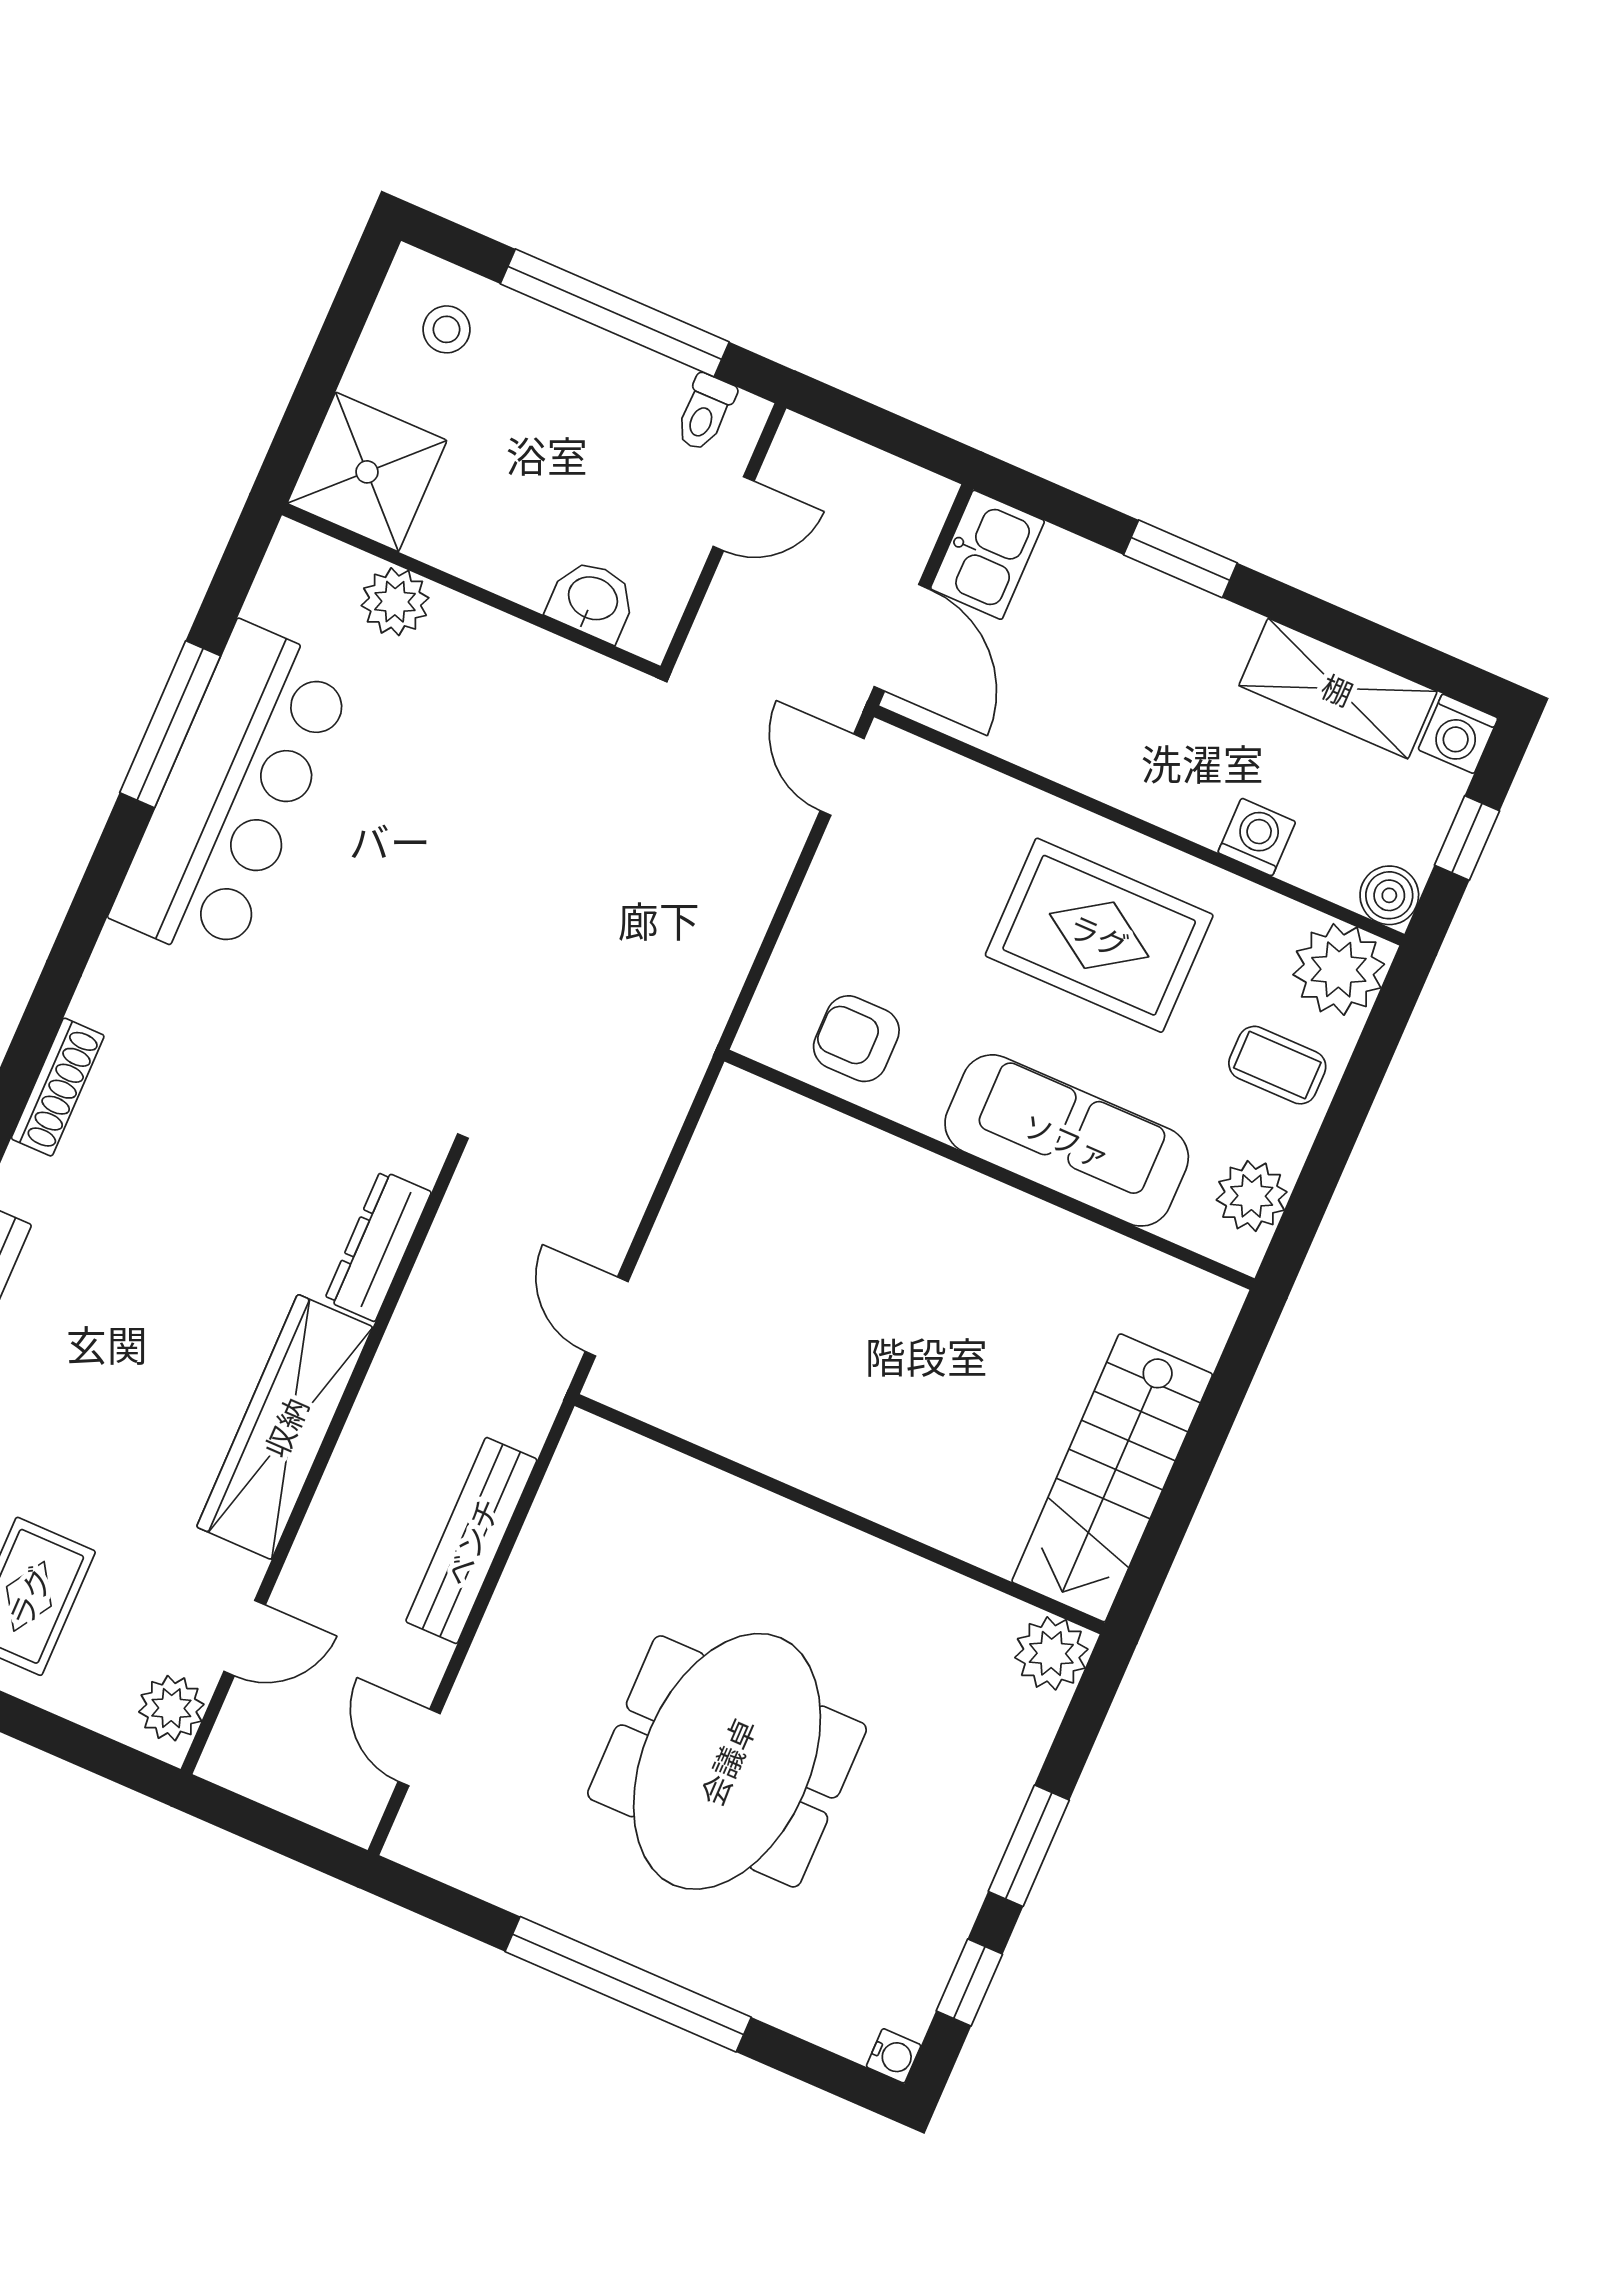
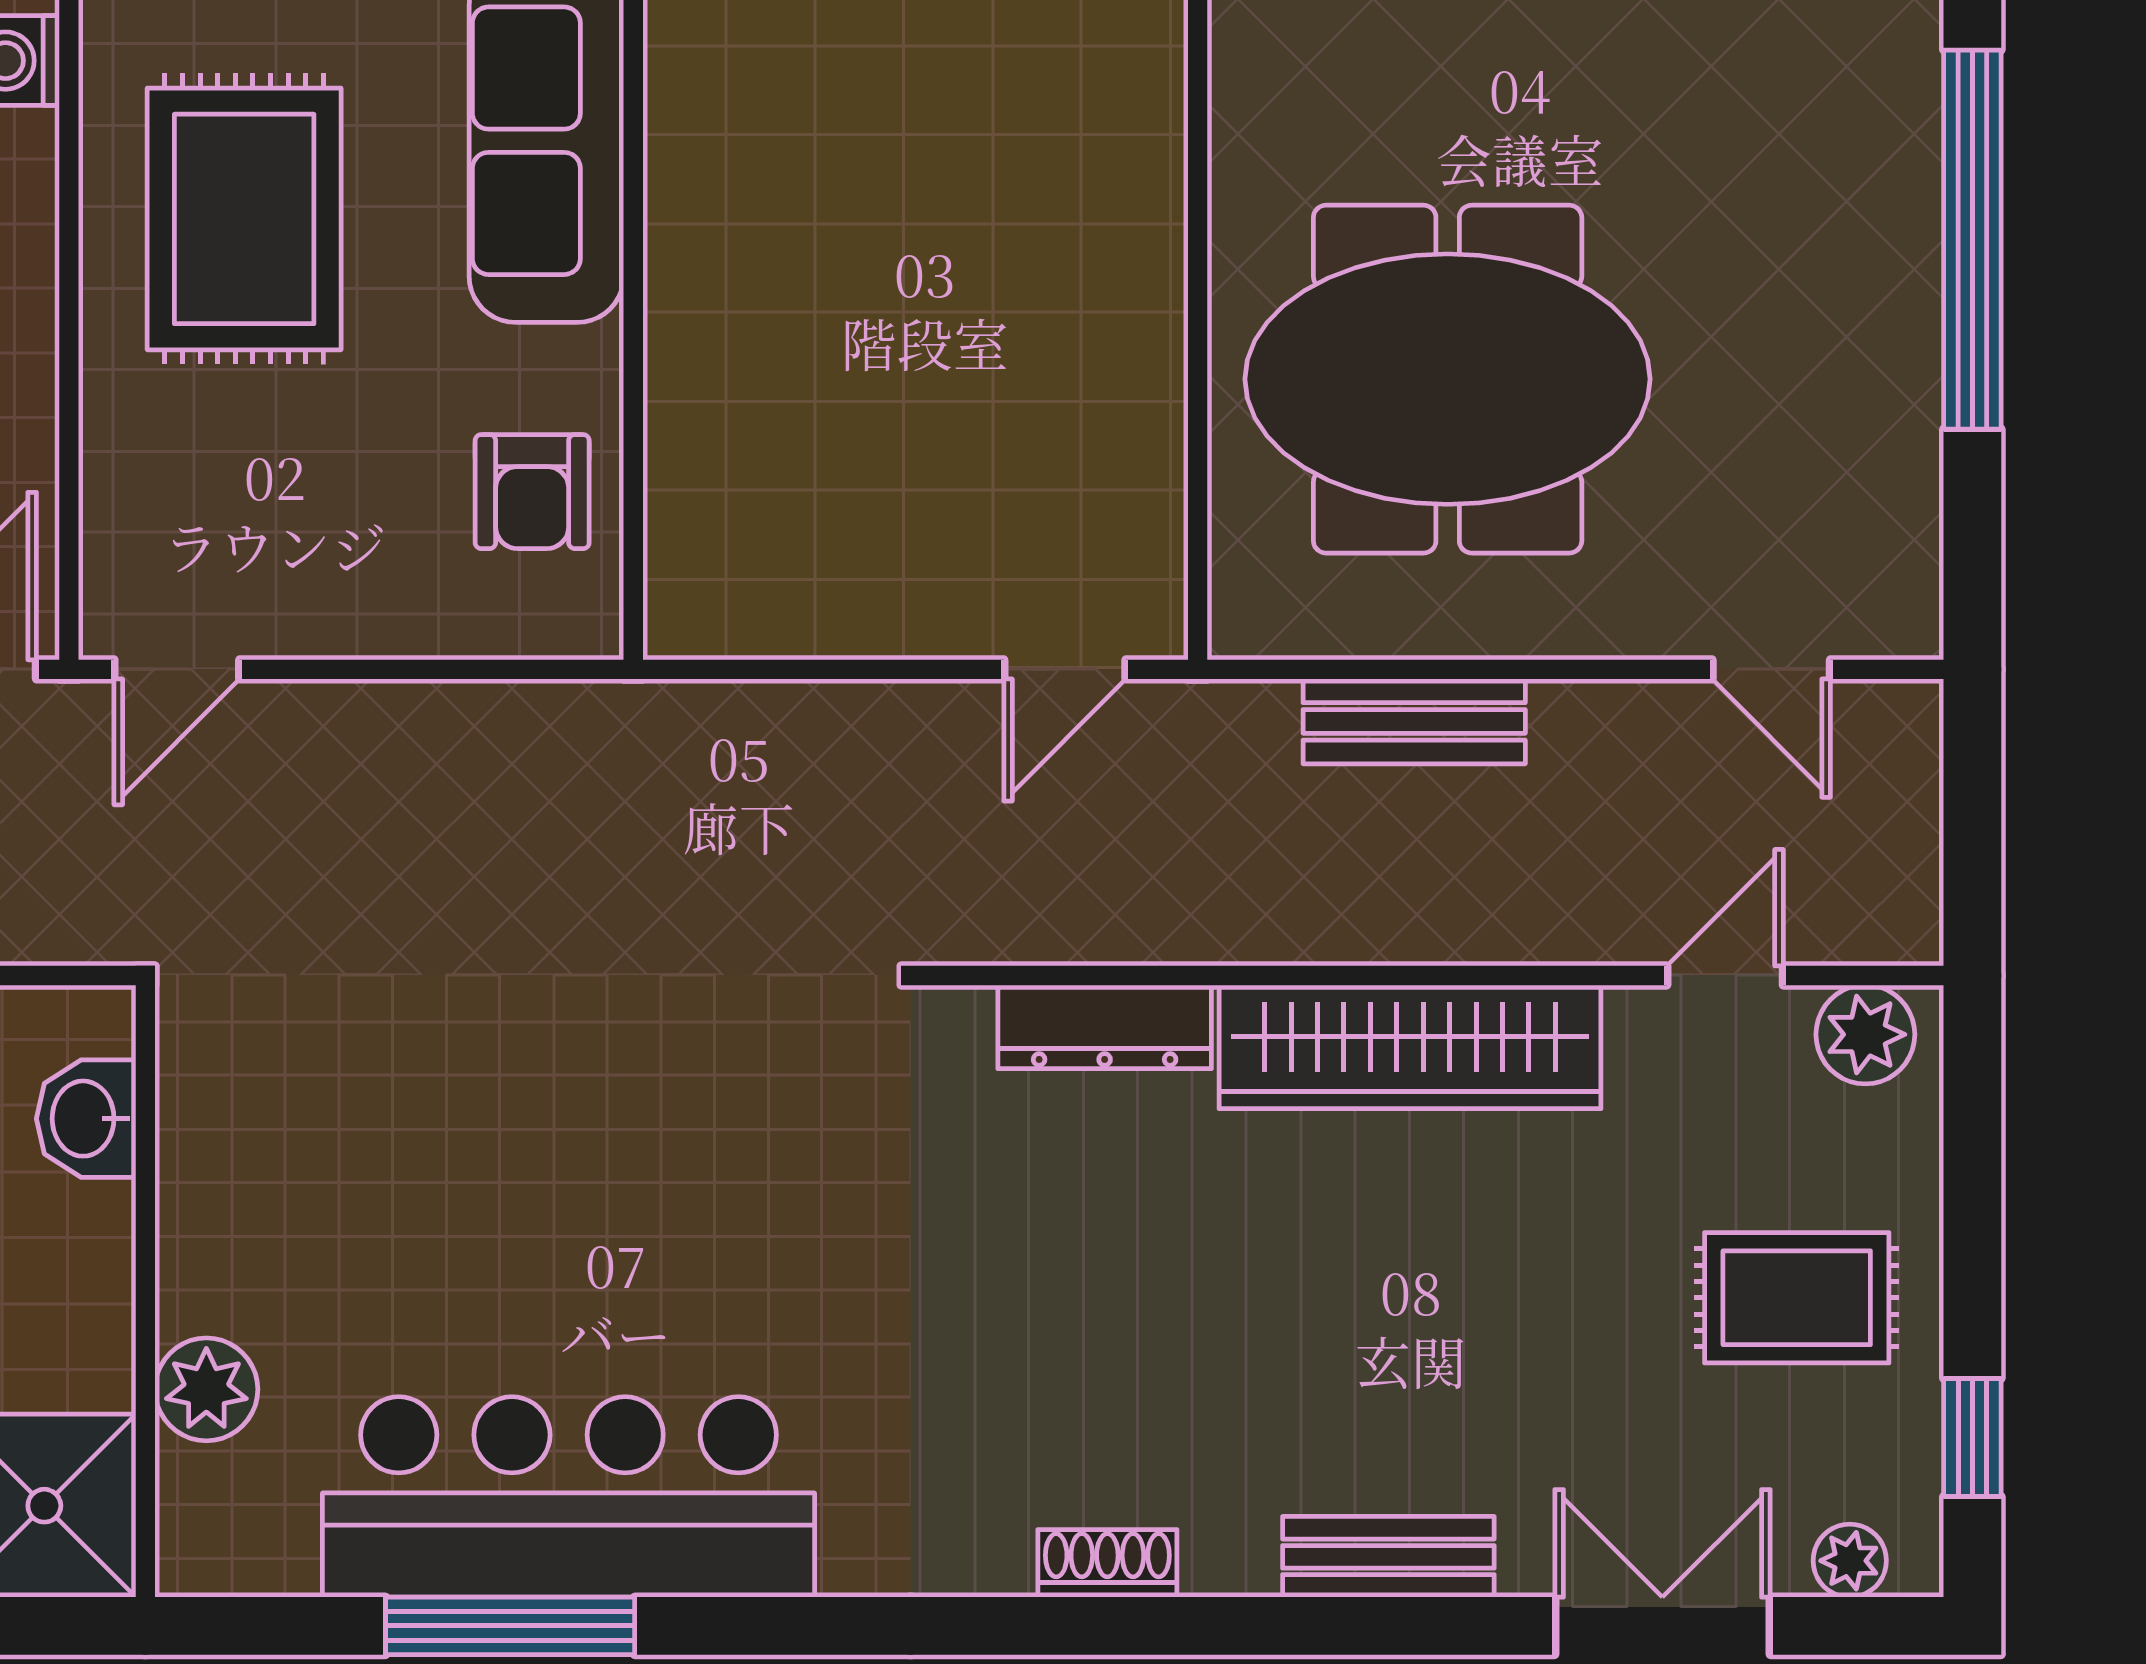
shoe rack: (58, 1087) -> (1107, 1563), width x0.70
bench: (471, 1541) -> (1414, 721), width x0.73
door: (245, 1638) -> (1725, 975), hinge flipped
door: (419, 1748) -> (1771, 669), hinge flipped
meeting table: (727, 1761) -> (1448, 379), moved

